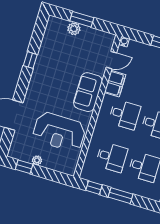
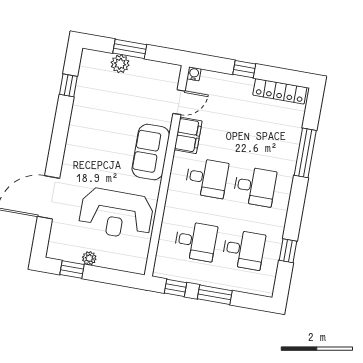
window: (30, 60) -> (68, 85), moved

